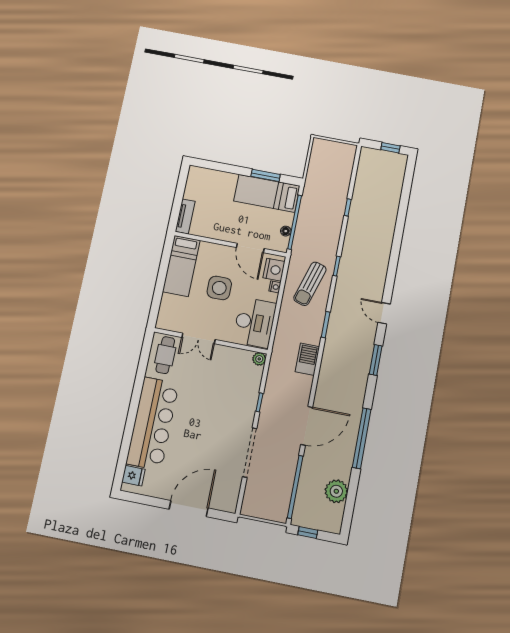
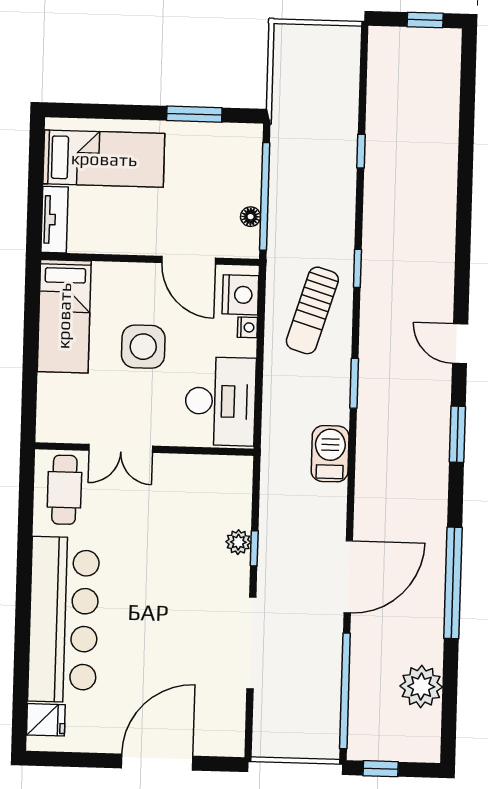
bed: (267, 194) -> (104, 159), moved, turned 180
plant: (259, 359) -> (238, 542), moved

